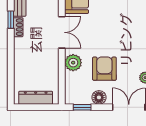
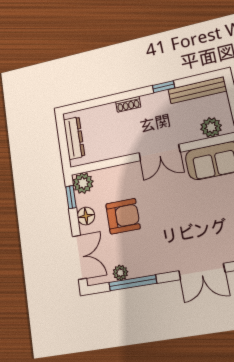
shoe rack: (18, 27) -> (128, 104), moved
plant: (73, 63) -> (83, 183), moved

